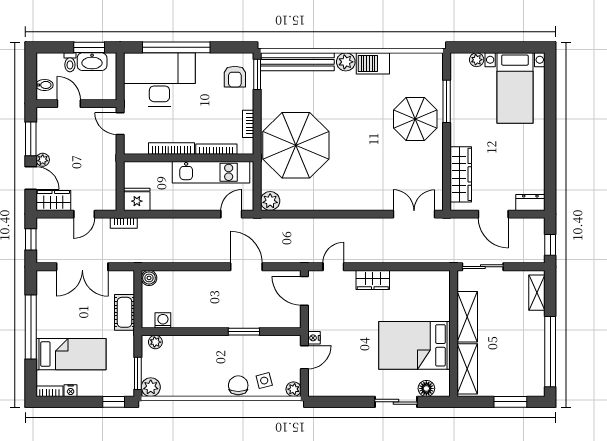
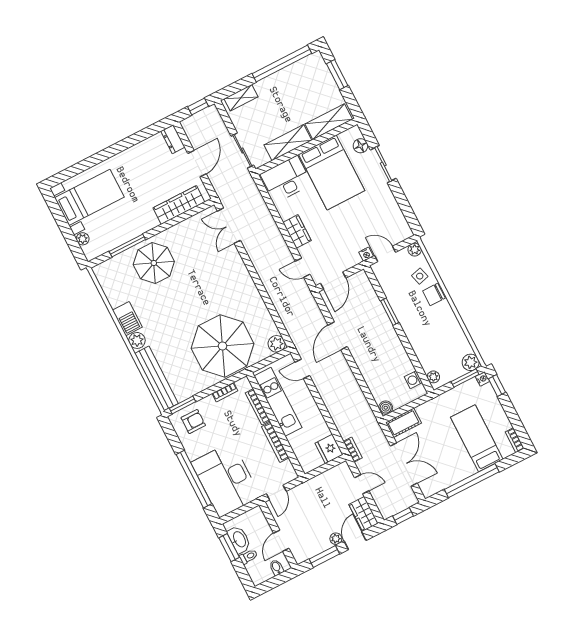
desk: (431, 296) -> (286, 179), added
cot: (125, 312) -> (404, 423), moved
nightstand: (71, 391) -> (482, 379), moved

